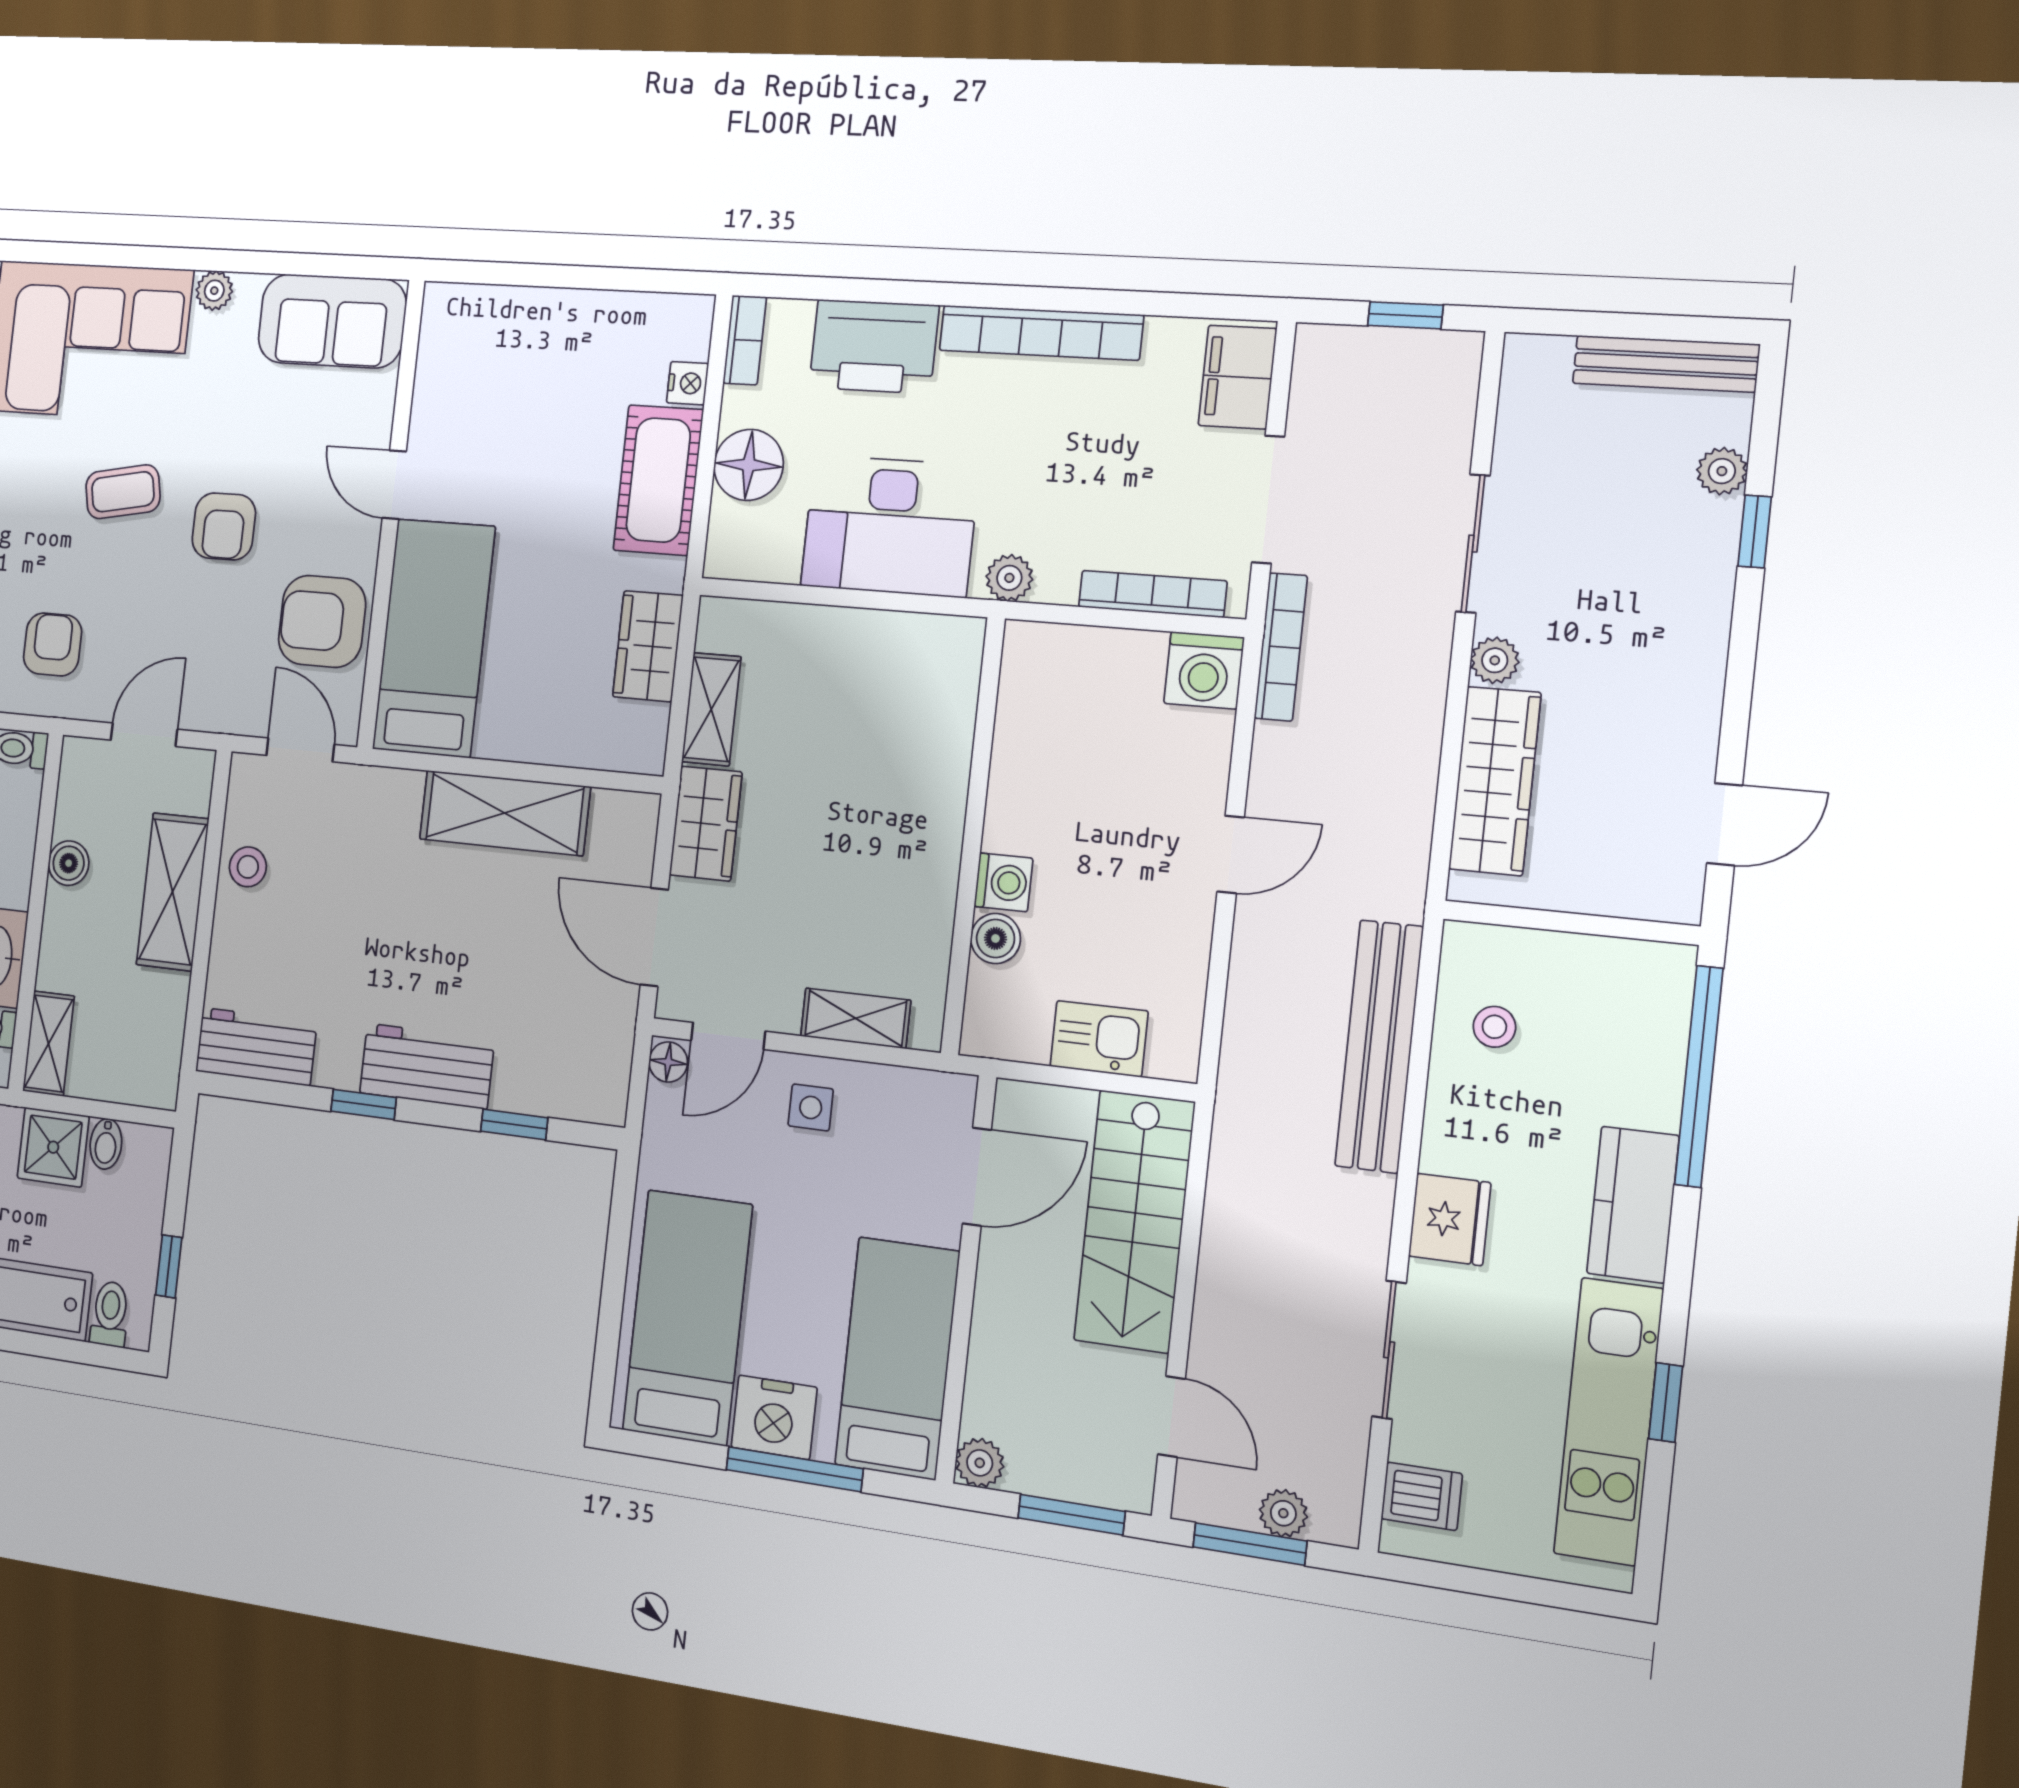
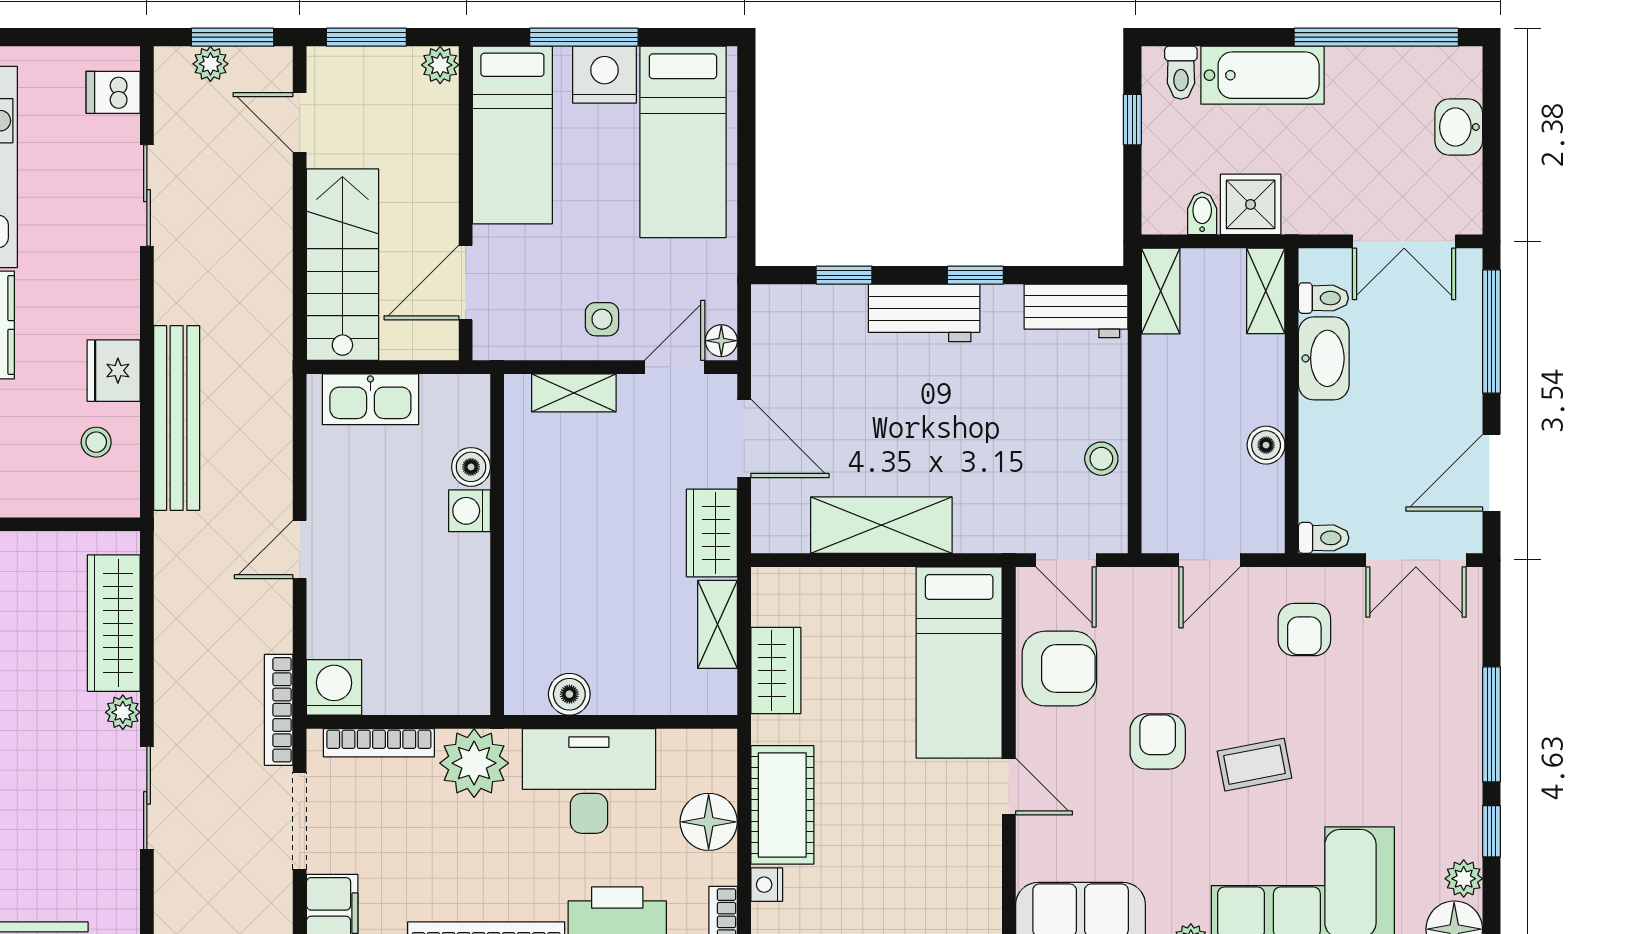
plant: (1009, 578) -> (474, 763), width x1.88, depth x1.88
boiler: (902, 637) -> (569, 694), added
shelving: (173, 892) -> (1161, 291), moved, width x0.67, depth x0.75
kitchen sink: (1099, 1039) -> (370, 399), width x1.38
fridge: (1450, 1219) -> (114, 371), moved

